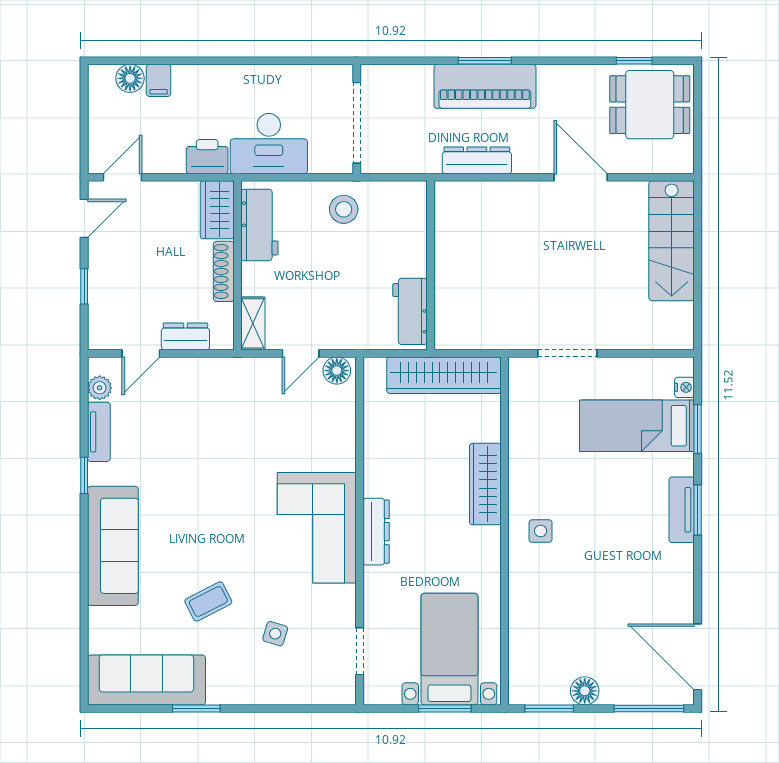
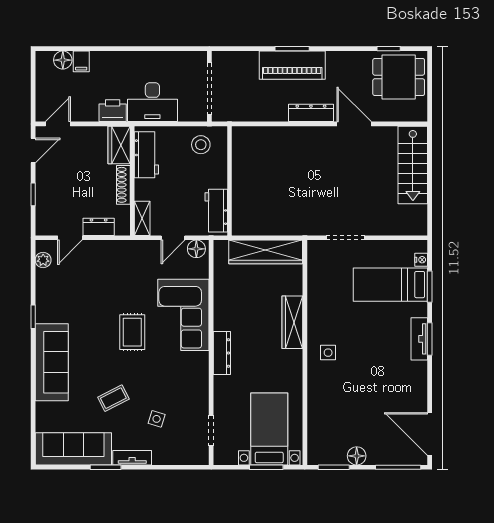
dresser: (477, 160) -> (311, 113), moved
wall: (431, 265) -> (230, 181), moved
workbench: (410, 311) -> (216, 211), moved
tv unit: (99, 432) -> (132, 458), moved, turned -90
rug: (238, 499) -> (132, 332), added
corner sofa: (317, 528) -> (183, 315), moved

